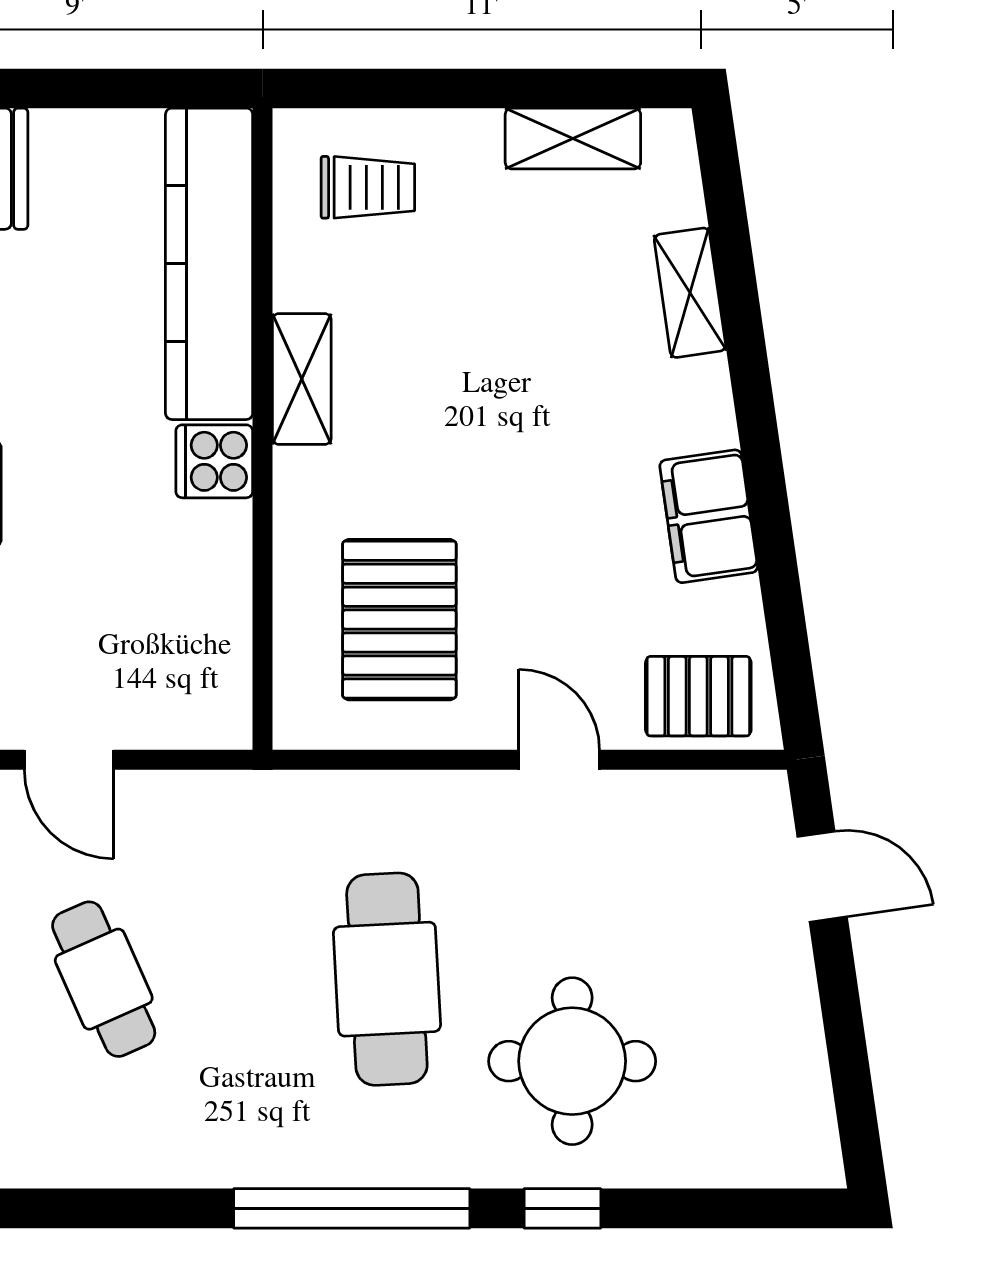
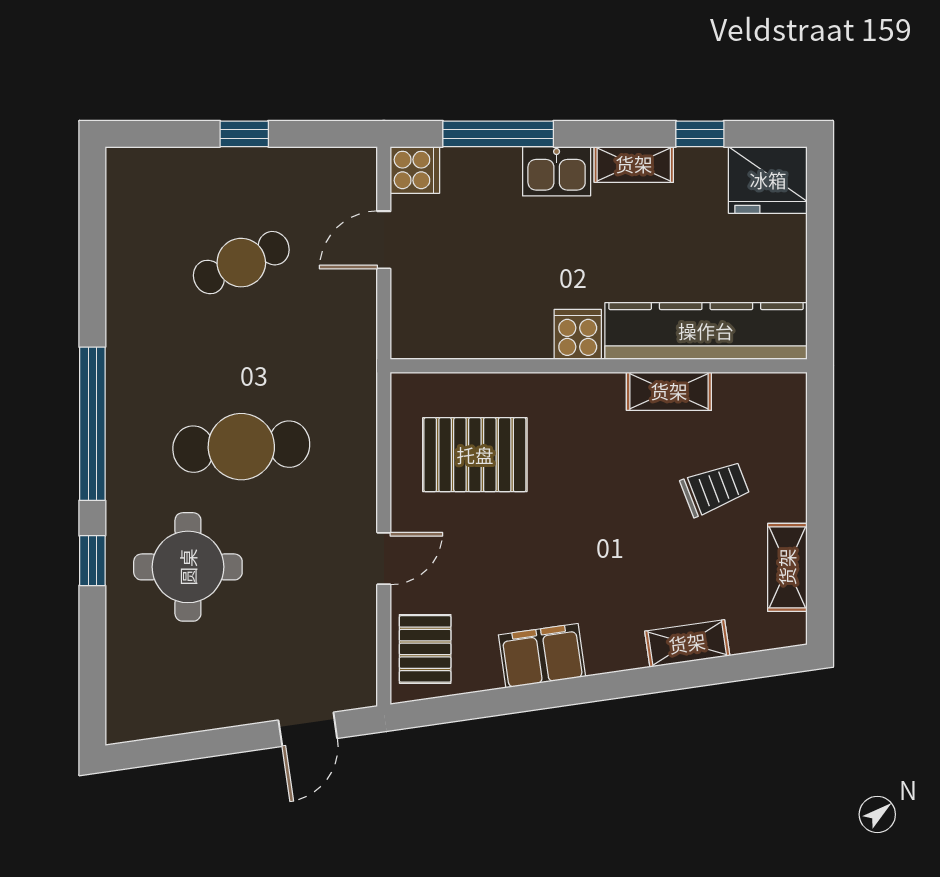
trolley: (368, 187) -> (715, 489), moved, turned -111
shelving: (302, 379) -> (669, 391), moved

